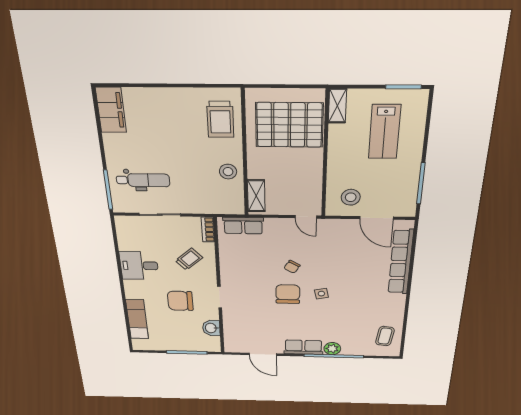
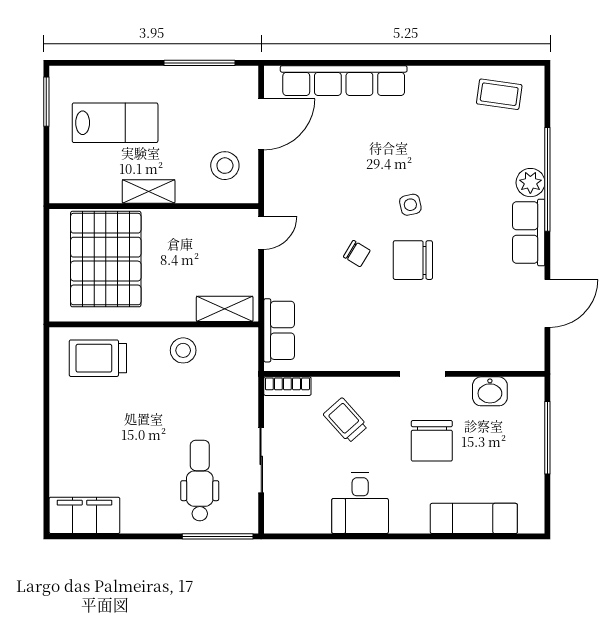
shelving: (337, 106) -> (149, 191), moved
trolley: (220, 119) -> (98, 358), turned 180

